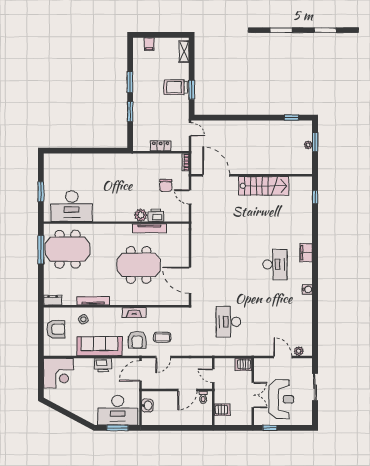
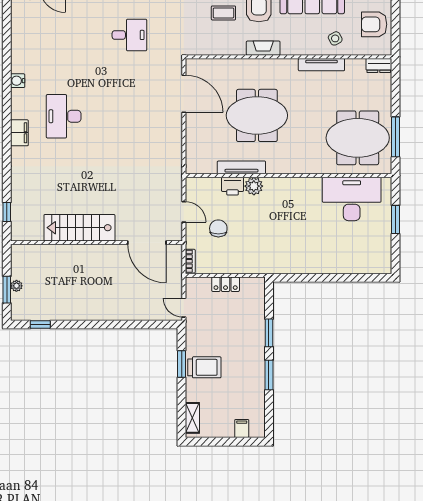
desk: (229, 322) -> (129, 35), width x0.73

